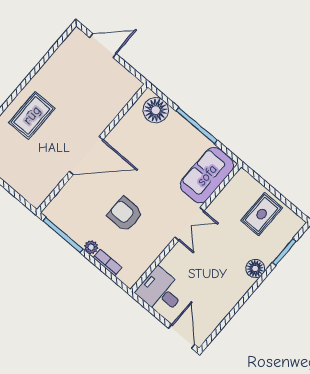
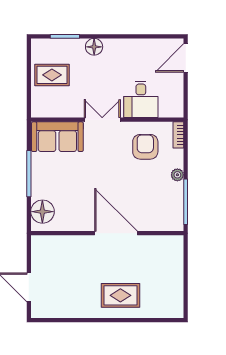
armchair: (125, 214) -> (145, 147), moved, turned 180
bookcase: (108, 263) -> (178, 135), moved
desk: (161, 291) -> (141, 99), moved

